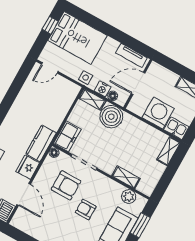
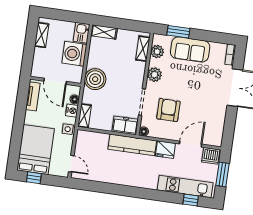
boiler: (111, 117) -> (95, 79), moved
kitchen counter: (41, 143) -> (132, 145), width x1.50
shelving: (126, 177) -> (143, 49), moved
plant: (107, 185) -> (155, 75), added
armchair: (86, 209) -> (183, 85), removed

